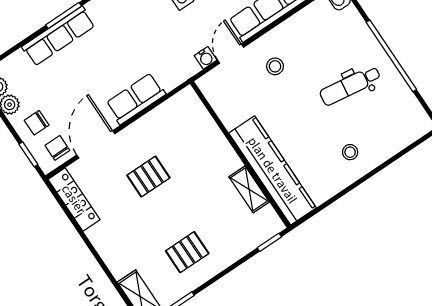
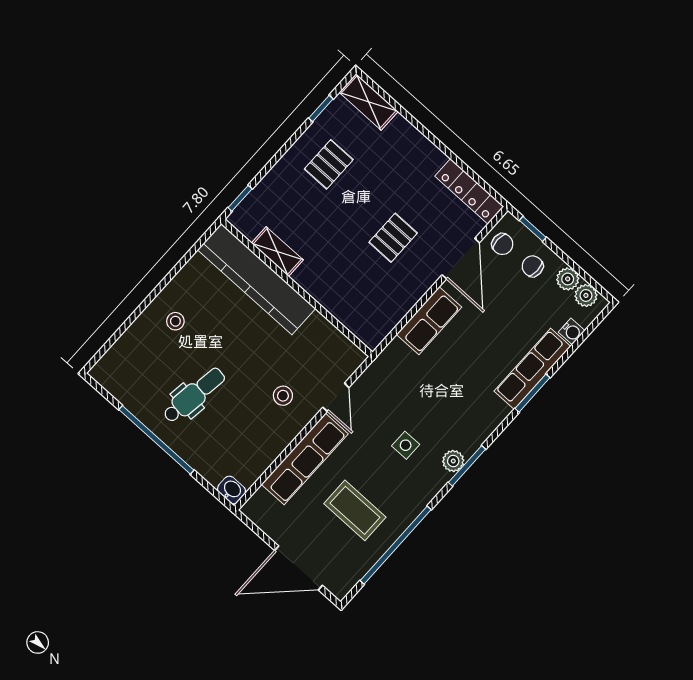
water cooler: (206, 58) -> (572, 331), moved, turned 180
chair: (37, 123) -> (533, 266), turned -90

